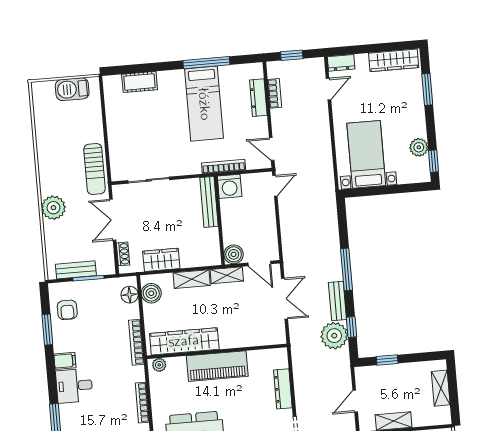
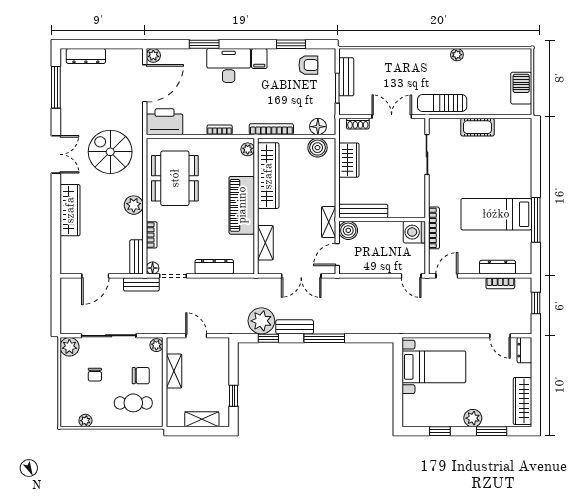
cot: (140, 82) -> (477, 127), moved, turned 90
plant: (419, 147) -> (473, 418), moved
window: (433, 161) -> (440, 431), moved
bench: (209, 202) -> (363, 211), moved
plant: (53, 208) -> (457, 55), moved, width x0.53, depth x0.53
shelving: (192, 279) -> (265, 243), moved
armchair: (67, 310) -> (308, 65), turned 180
window: (387, 360) -> (234, 396), moved
desk: (74, 386) -> (229, 66), width x1.37
bookcase: (142, 403) -> (220, 130), width x0.64

